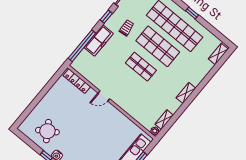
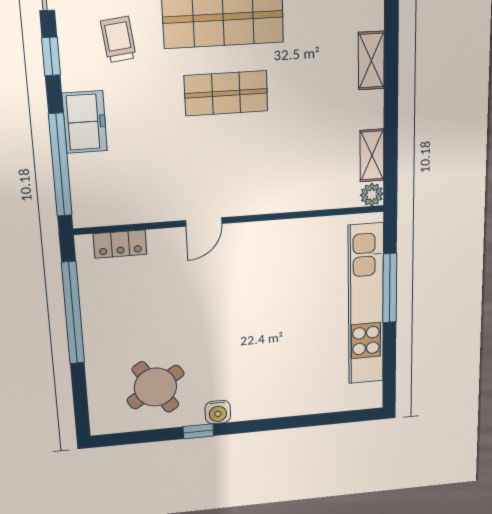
freezer: (99, 41) -> (85, 122), width x0.71
locker: (77, 81) -> (120, 244), width x0.66
window: (47, 88) -> (73, 313), added

